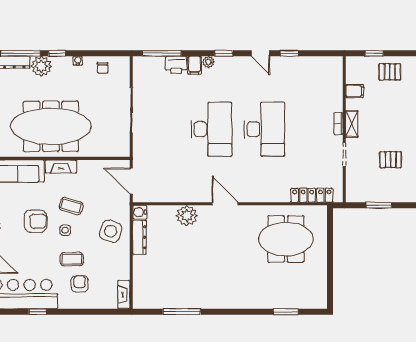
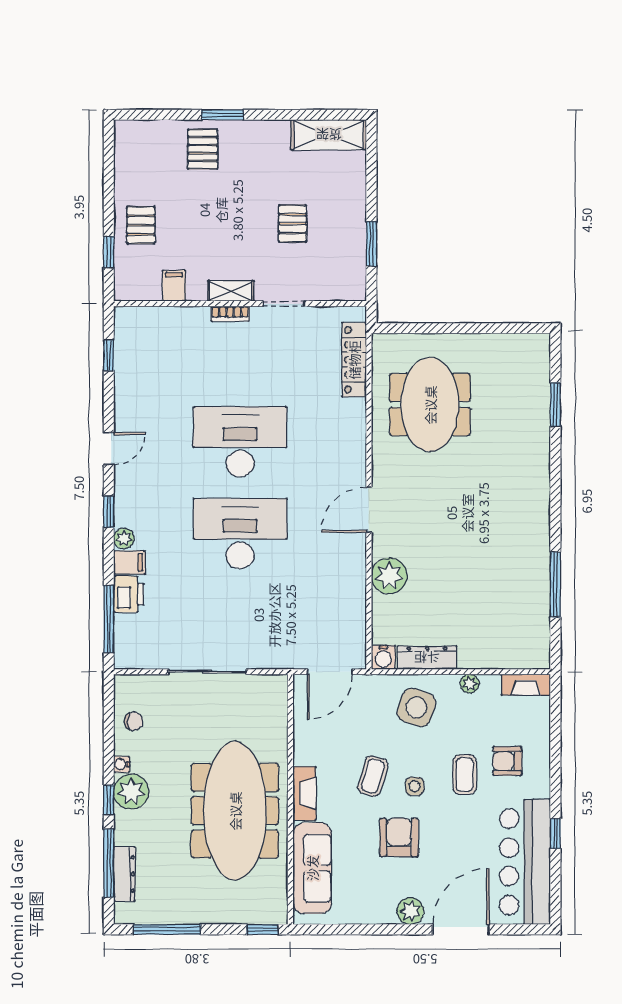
window: (289, 53) -> (109, 355), moved
plant: (41, 66) -> (131, 792), moved
plant: (124, 262) -> (470, 684), added

